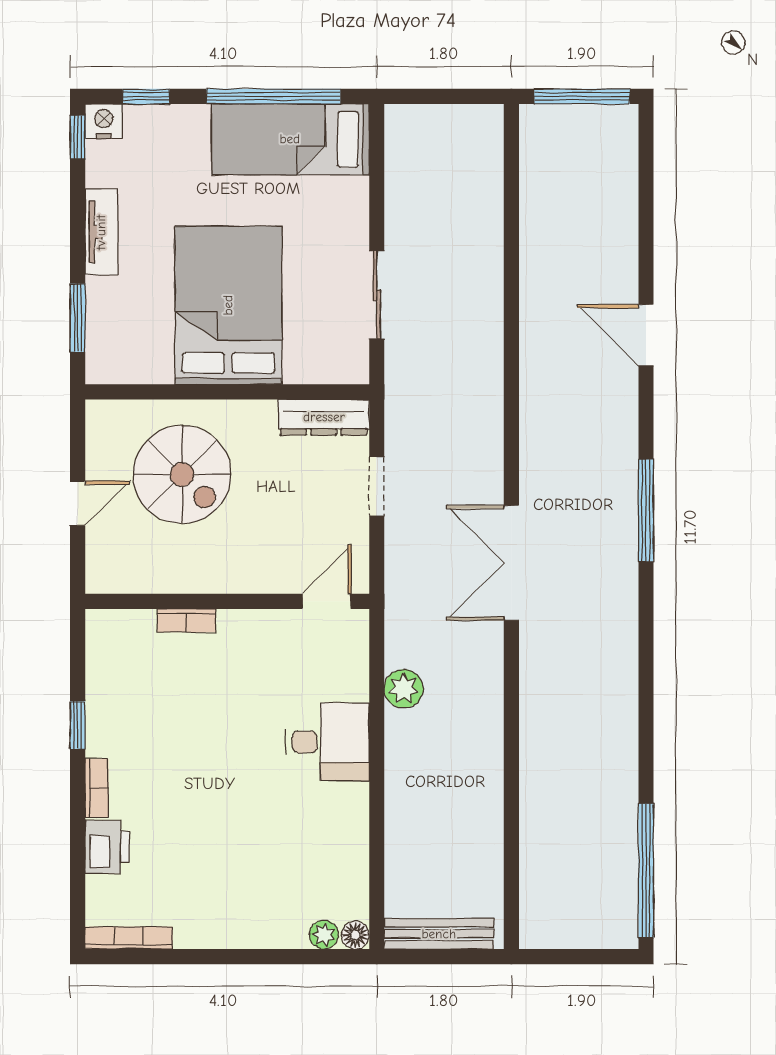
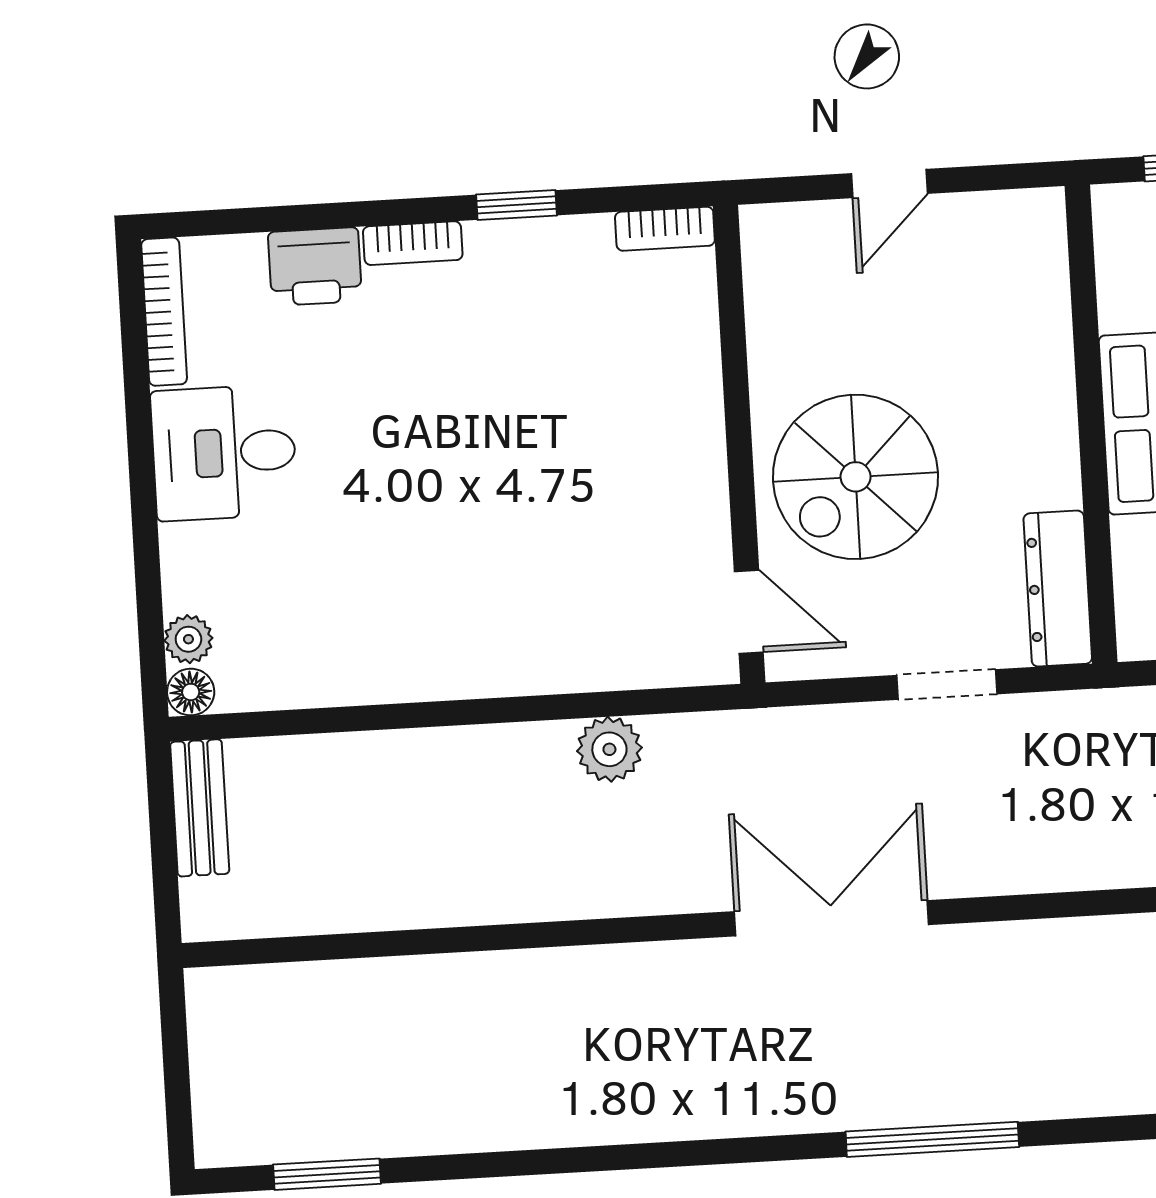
spiral stairs: (182, 475) -> (856, 477), moved
door: (78, 503) -> (889, 184), hinge flipped
bookcase: (187, 620) -> (665, 229), moved, turned -90
desk: (327, 742) -> (224, 453), moved, turned 90
window: (646, 871) -> (327, 1174), width x0.47
bench: (439, 934) -> (200, 808), width x0.73

